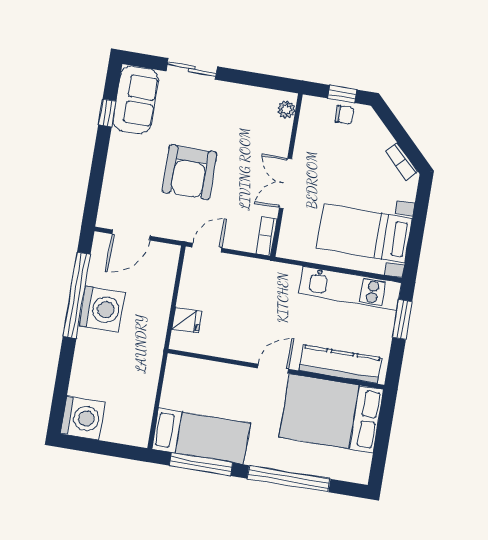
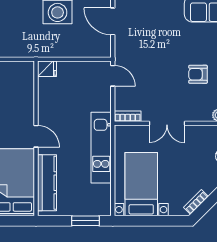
armchair: (189, 172) -> (198, 74), moved, width x0.53, depth x0.53
double door: (285, 183) -> (167, 123), swing flipped
kitchen unit: (350, 288) -> (101, 148), moved
fridge: (187, 320) -> (47, 69), moved, turned -90

